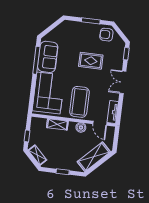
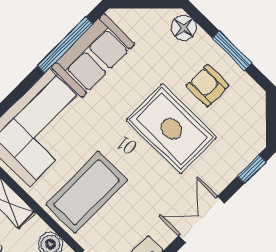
floor lamp: (70, 26) -> (184, 28), added
armchair: (106, 35) -> (207, 86), moved
rug: (91, 61) -> (171, 129), width x1.36, depth x1.43

